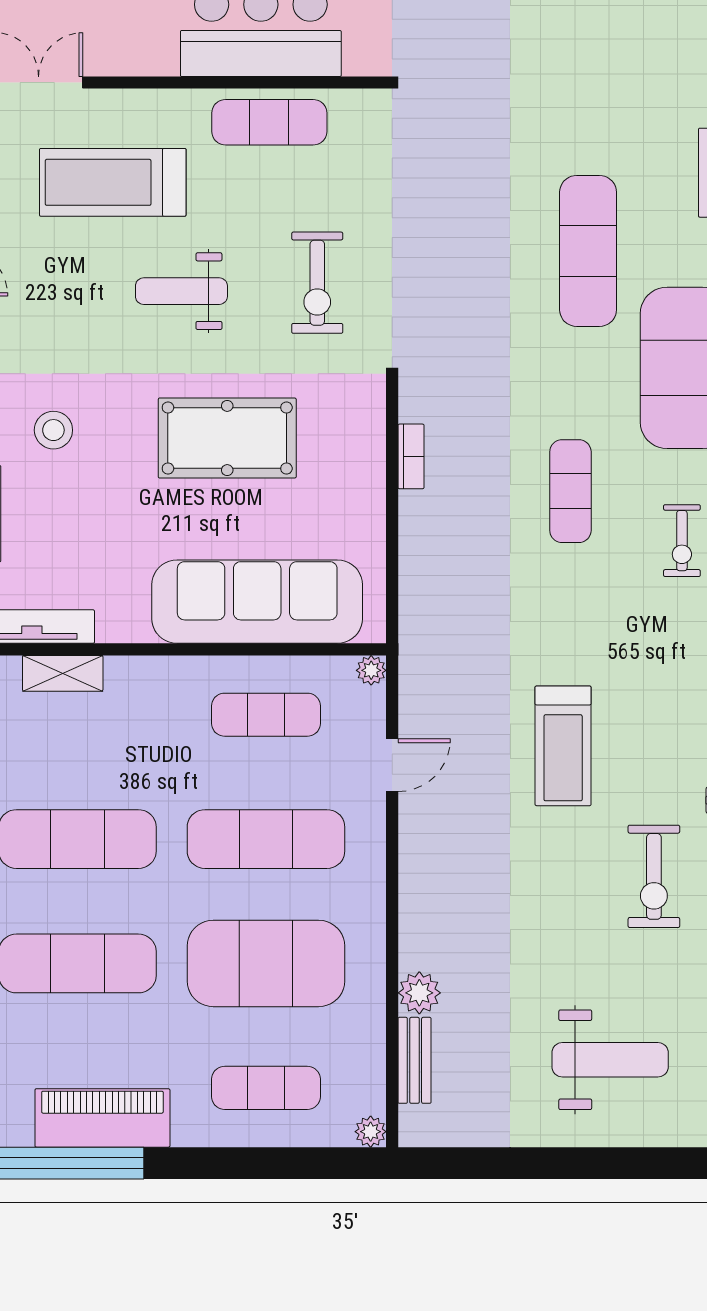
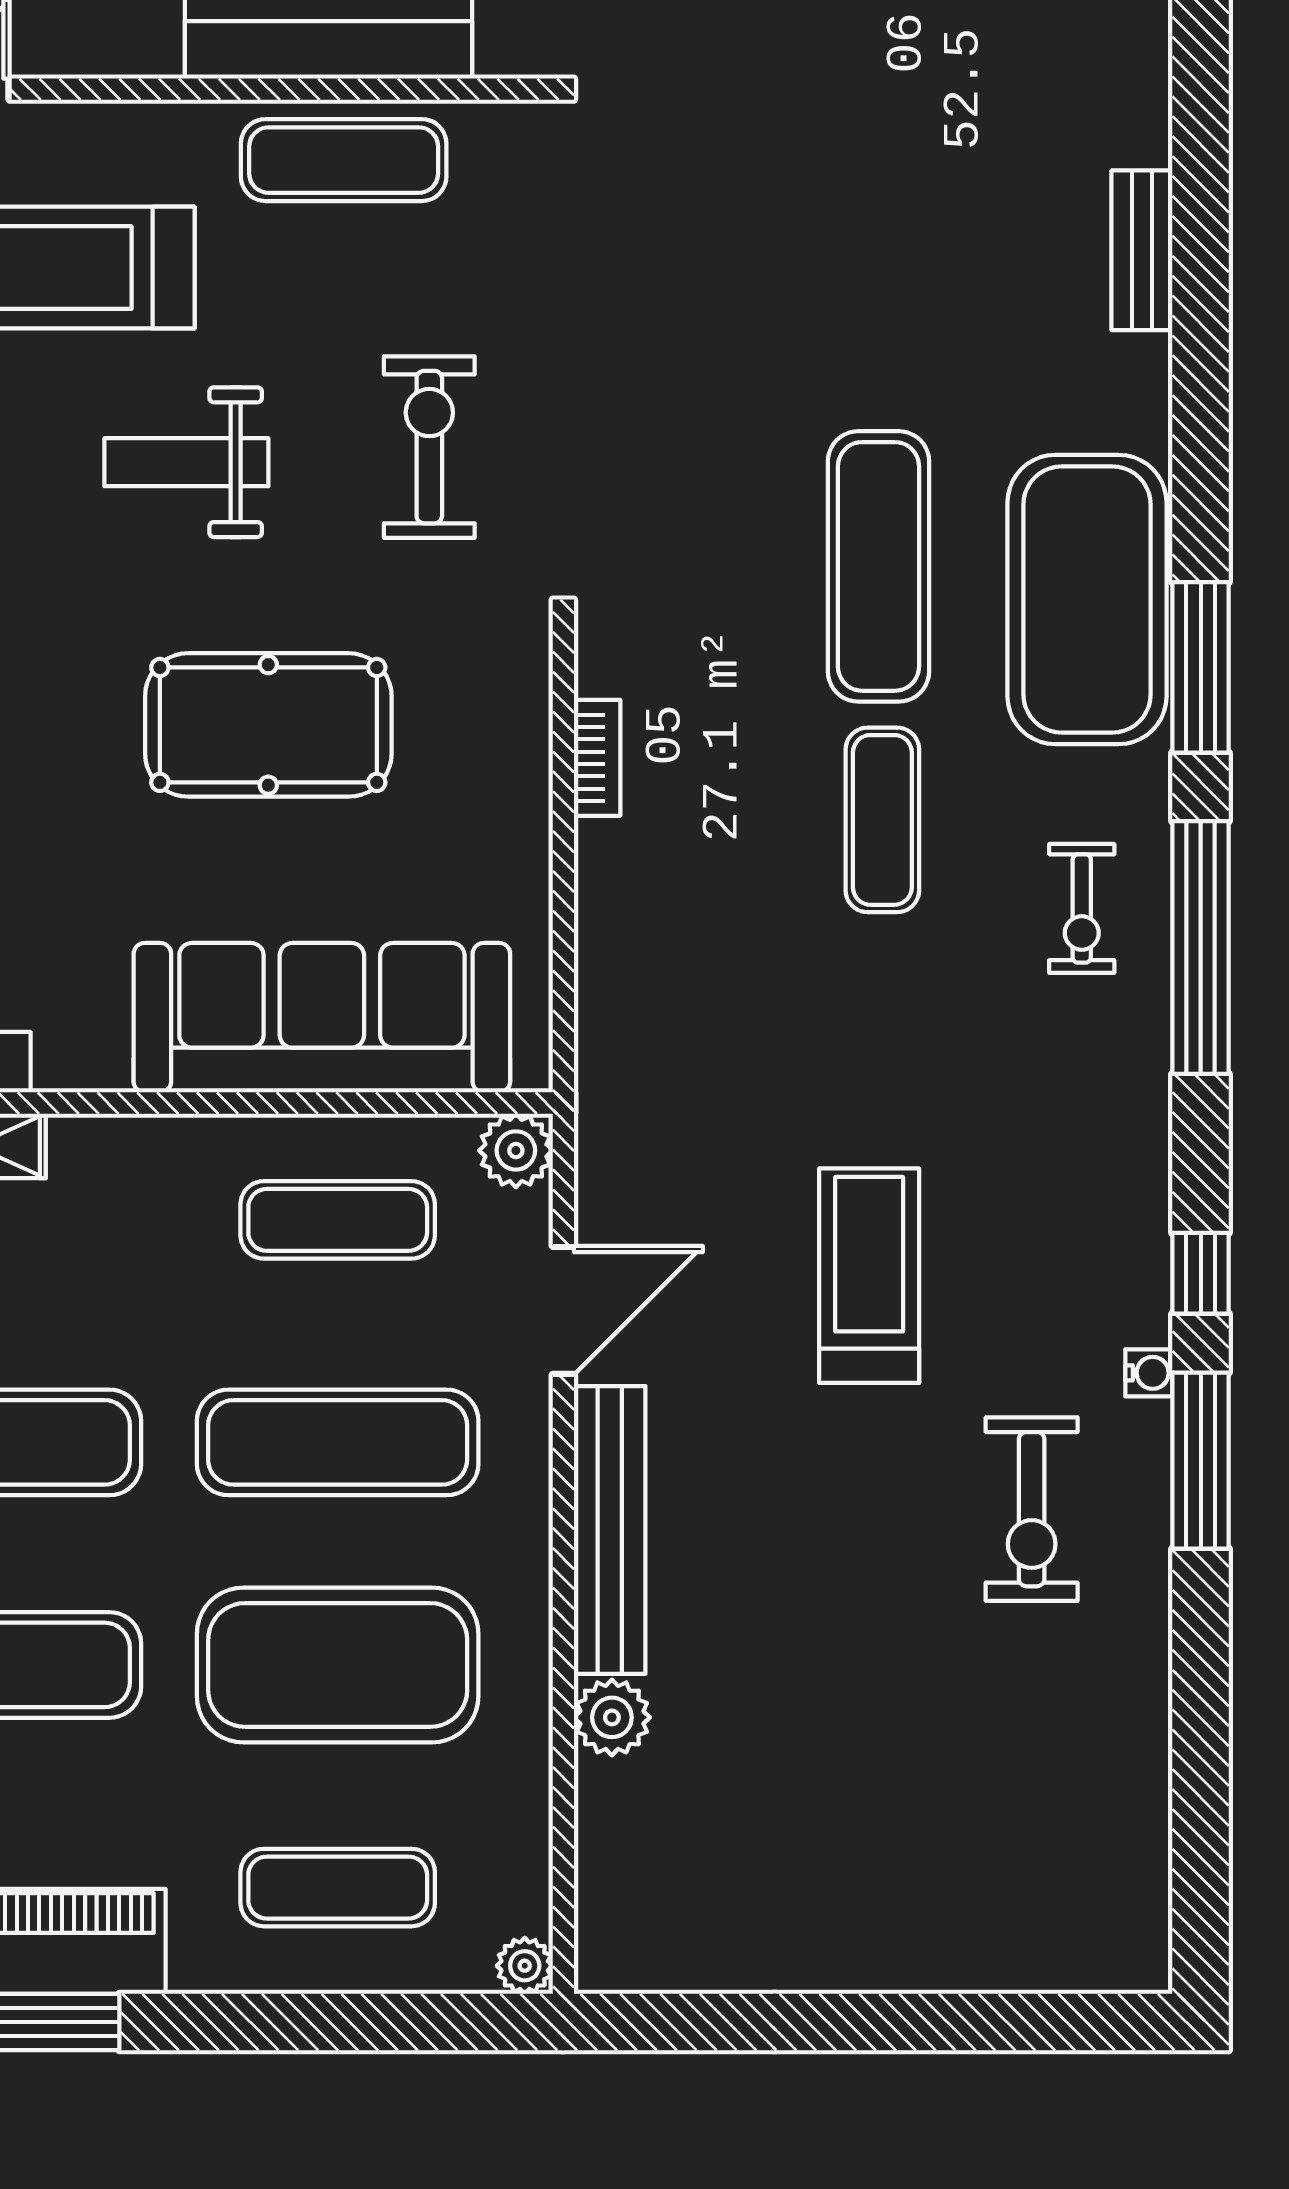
exercise mat: (588, 251) -> (878, 566), moved
exercise bike: (317, 283) -> (429, 447), turned 180
plant: (371, 670) -> (516, 1150), width x1.38, depth x1.38
treadmill: (563, 746) -> (869, 1276), turned 180
door: (392, 765) -> (563, 1310), width x1.38
bench: (414, 1060) -> (610, 1530), moved, width x1.86, depth x1.21
weight bench: (610, 1060) -> (953, 1837), removed

